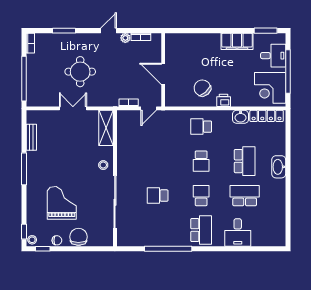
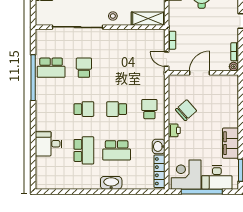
plant: (125, 38) -> (234, 67), moved
desk: (273, 56) -> (217, 177), width x1.37
school desk: (201, 230) -> (51, 68), moved

